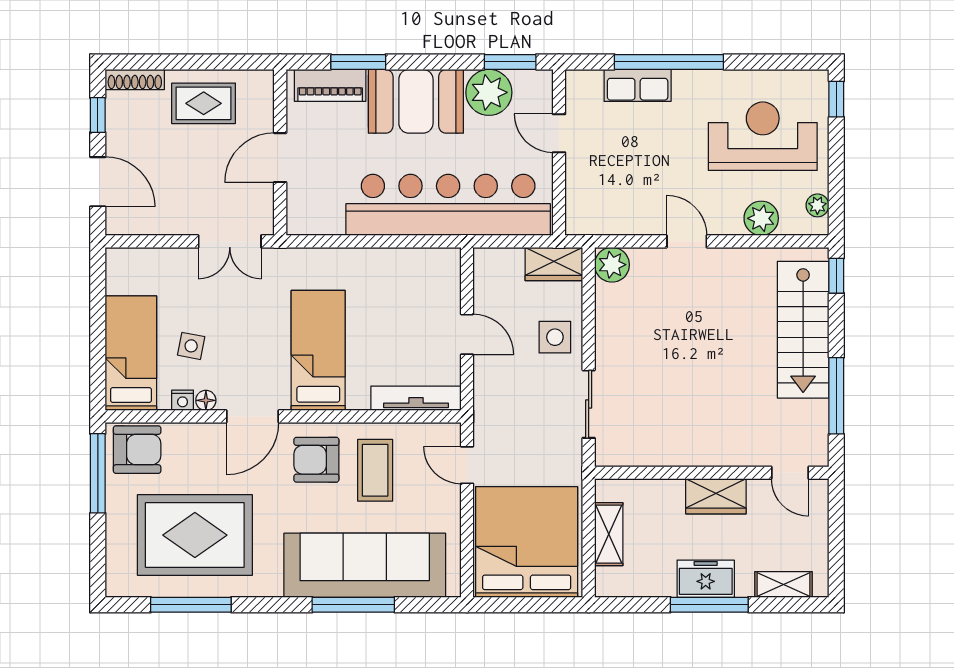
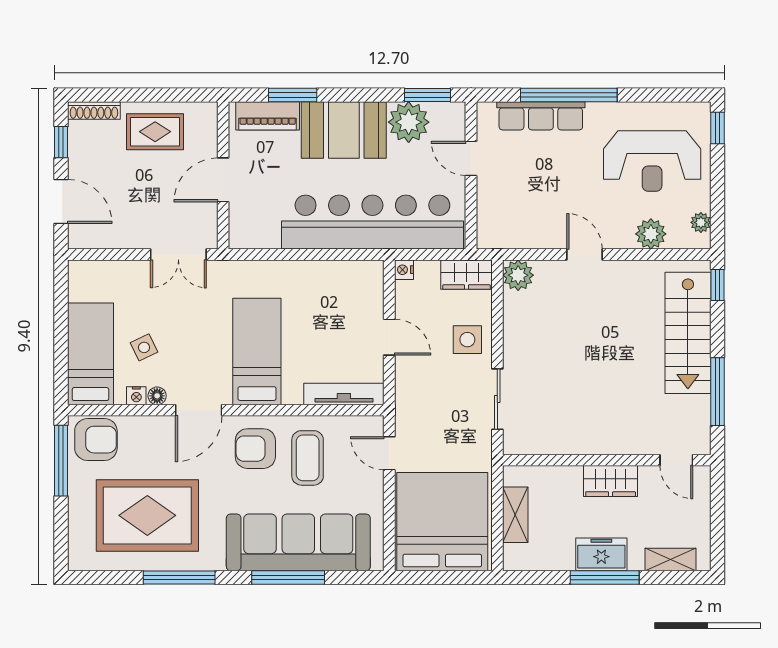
row of seats: (638, 85) -> (541, 116), width x1.48
reception desk: (763, 136) -> (652, 161), turned 180
nightstand: (484, 259) -> (404, 270), added
side table: (191, 346) -> (144, 347), turned -37
window: (191, 605) -> (179, 577), moved

